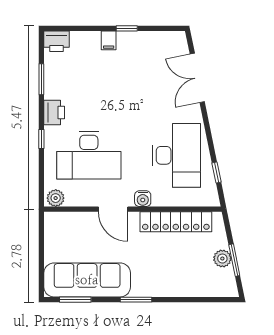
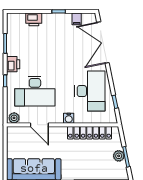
filing cabinet: (109, 40) -> (77, 19), moved
printer: (56, 41) -> (34, 19), moved
double door: (197, 78) -> (103, 42), width x1.36
door: (113, 209) -> (39, 125), moved

